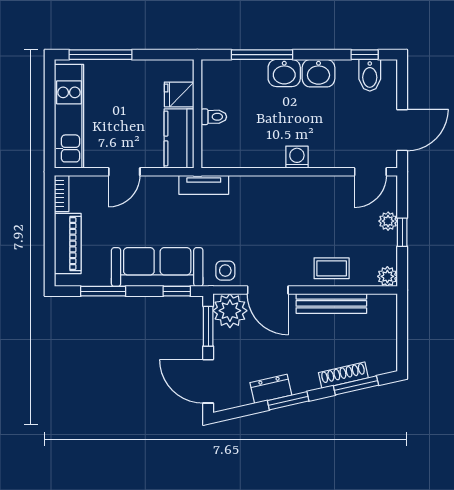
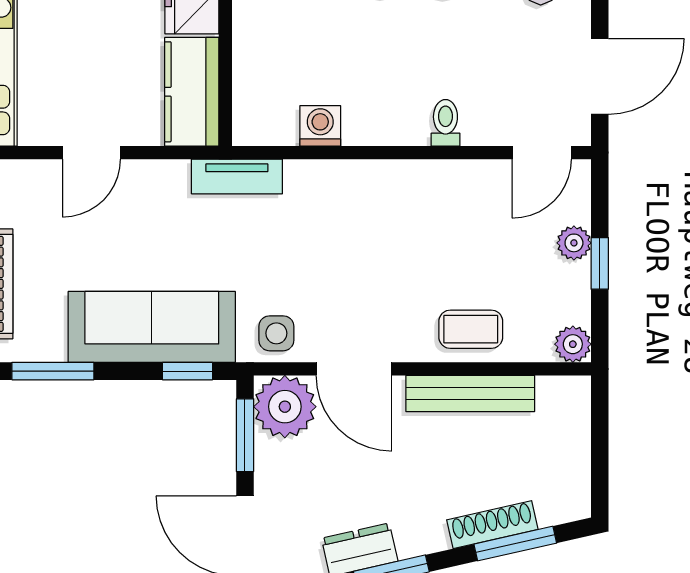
toilet: (214, 117) -> (445, 123), moved, turned -90
washing machine: (297, 157) -> (320, 126), moved

